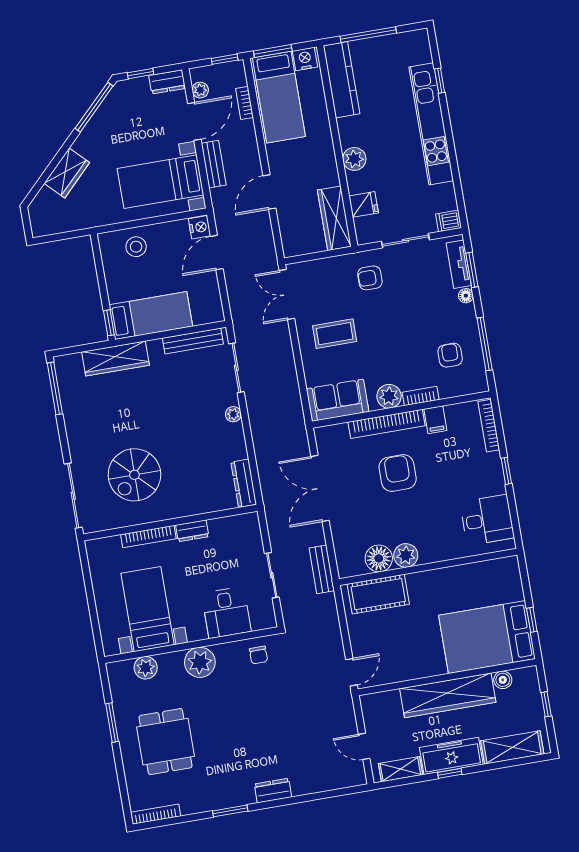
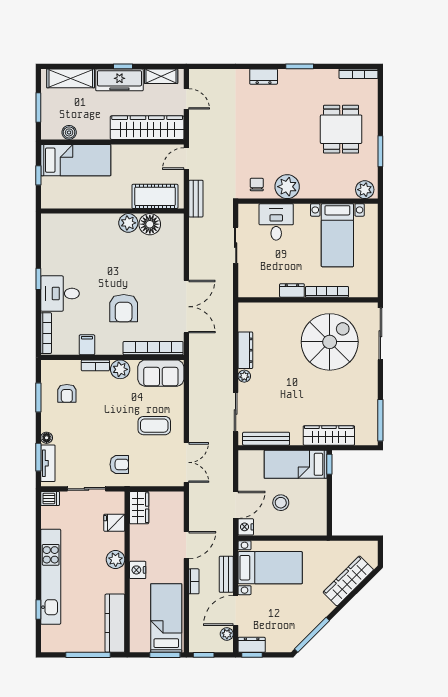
nightstand: (305, 59) -> (138, 570), moved, turned 90
window: (140, 74) -> (252, 655), moved
bookcase: (245, 103) -> (194, 581), moved
wardrobe: (67, 173) -> (348, 581), width x1.50
wardrobe: (334, 218) -> (139, 508), width x0.67
stool: (136, 247) -> (281, 503), moved
window: (485, 344) -> (38, 397), width x0.69
bookcase: (387, 424) -> (153, 348), moved
window: (506, 471) -> (38, 279), moved
spiral stairs: (134, 475) -> (330, 342), width x1.37, depth x1.37
dresser: (244, 483) -> (245, 350), moved
desk: (487, 520) -> (60, 294), moved
plant: (406, 555) -> (128, 223), moved
floor lamp: (379, 558) -> (150, 224), moved
wall: (428, 567) -> (112, 211), moved
bench: (322, 569) -> (196, 199), moved
cot: (378, 594) -> (155, 196), moved
bed: (487, 637) -> (76, 160), width x0.67
plant: (200, 662) -> (287, 187), moved
plant: (146, 668) -> (365, 190), moved
wardrobe: (448, 695) -> (147, 128), moved
window: (546, 704) -> (38, 107), width x1.50

